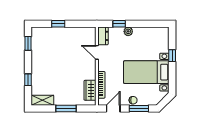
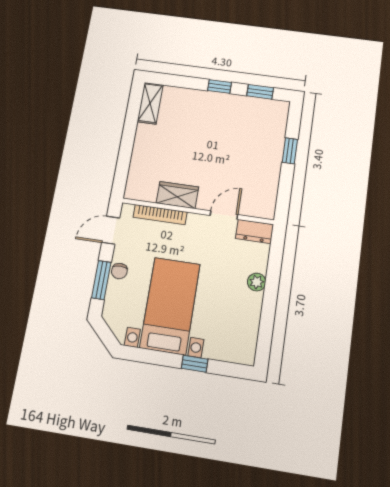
window: (119, 24) -> (274, 267), removed
window: (28, 80) -> (220, 86), moved
wardrobe: (90, 90) -> (177, 195), moved
window: (66, 108) -> (127, 143), removed
door: (113, 108) -> (111, 230), swing flipped

